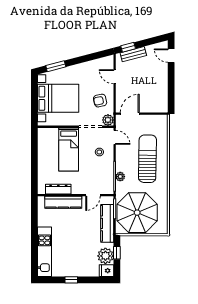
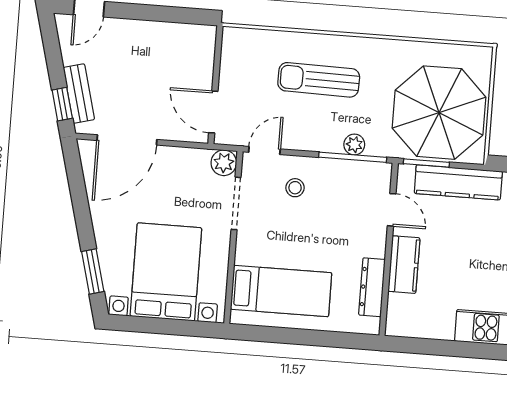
door: (115, 77) -> (127, 140), width x1.87
armchair: (100, 101) -> (178, 177), removed
bed: (69, 149) -> (281, 291), moved
sun lounger: (147, 159) -> (319, 80), width x0.73, depth x0.75
kitchen counter: (63, 202) -> (404, 265), width x0.67

